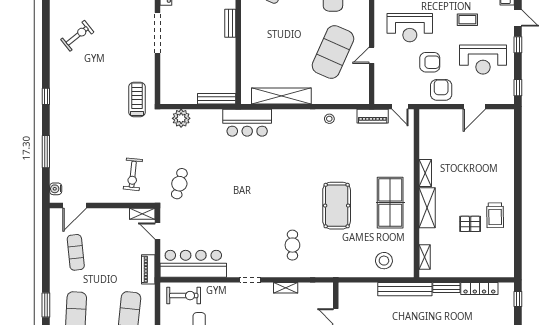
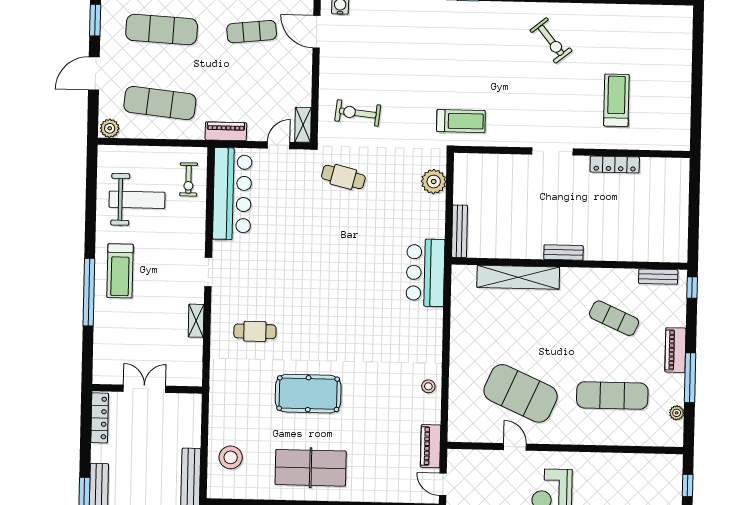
doorway: (157, 33) -> (552, 151), width x0.73
shelving: (281, 96) -> (518, 277), moved, turned 90
door: (400, 107) -> (443, 484), hinge flipped
exercise bike: (184, 296) -> (189, 179), width x0.73, depth x0.72

